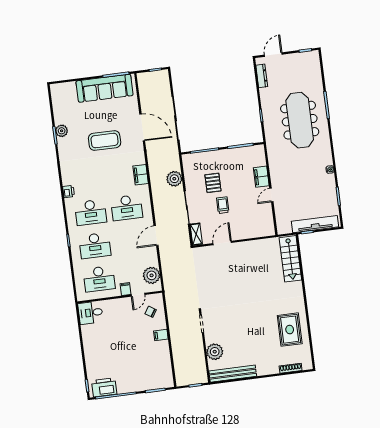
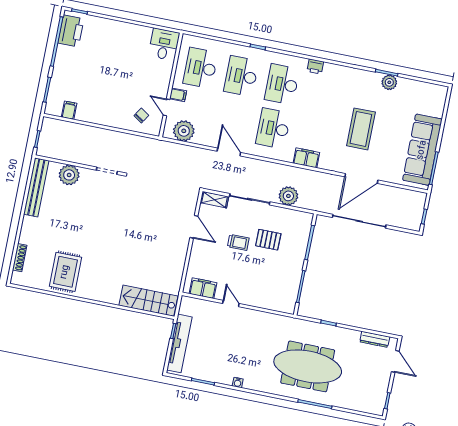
filing cabinet: (261, 177) -> (203, 288), moved
rug: (290, 330) -> (65, 272), turned 90
filing cabinet: (161, 335) -> (69, 110), moved

